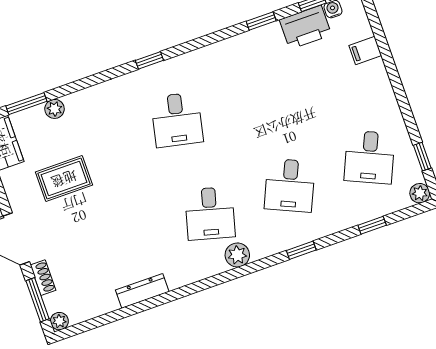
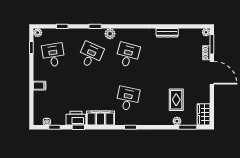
printer: (305, 27) -> (76, 118), moved
filing cabinet: (365, 50) -> (39, 86), moved
filing cabinet: (221, 58) -> (100, 118), added
desk: (369, 157) -> (53, 55), turned -33
rug: (64, 179) -> (176, 100), moved, turned 90
plant: (237, 255) -> (110, 34), moved

